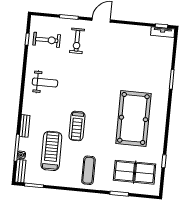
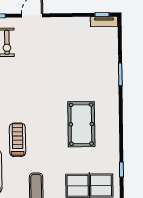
pool table: (133, 118) -> (81, 124), width x0.73, depth x0.76
treadmill: (77, 126) -> (17, 140), turned 180

